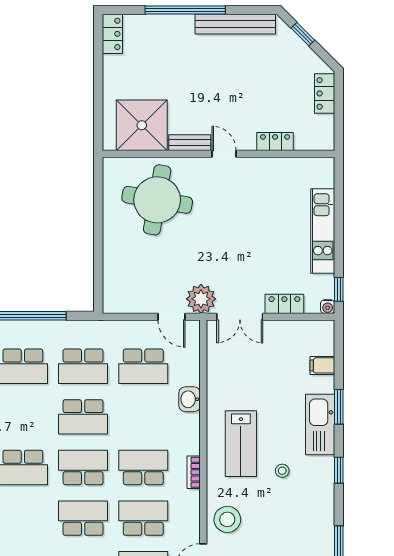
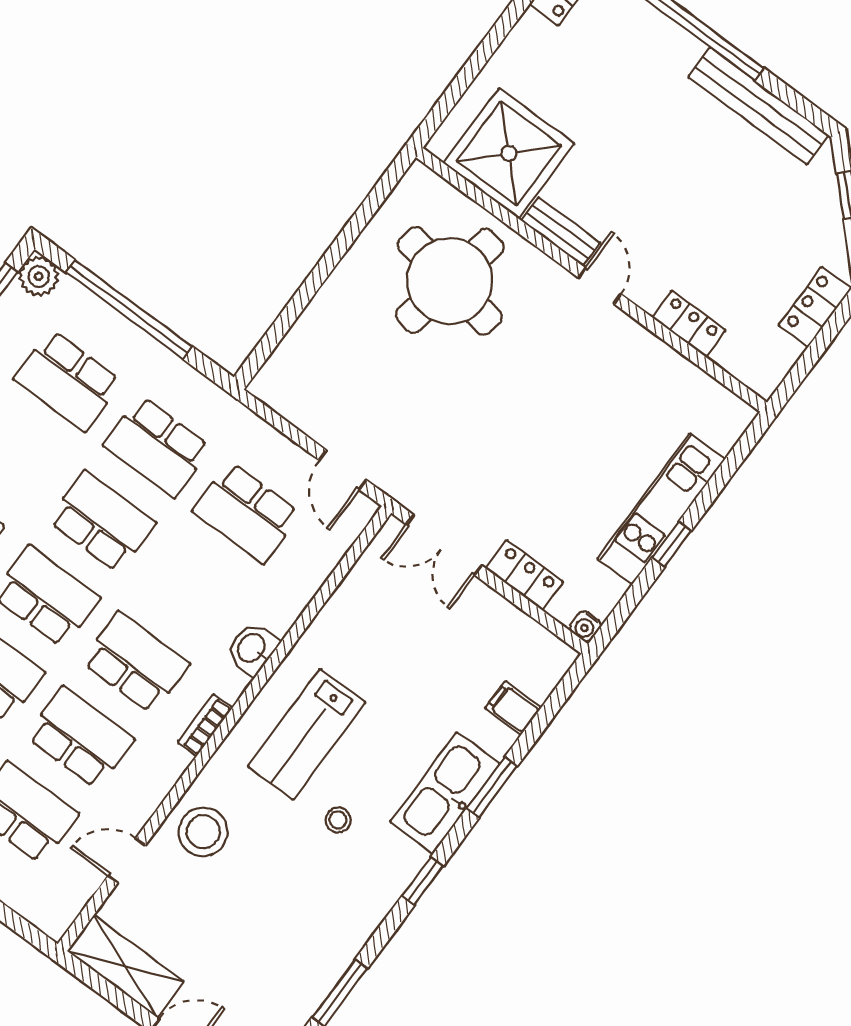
window: (339, 289) -> (672, 544), moved
plant: (201, 299) -> (406, 476), removed
washbasin: (190, 399) -> (252, 649), moved
school desk: (83, 417) -> (102, 521), turned 180

